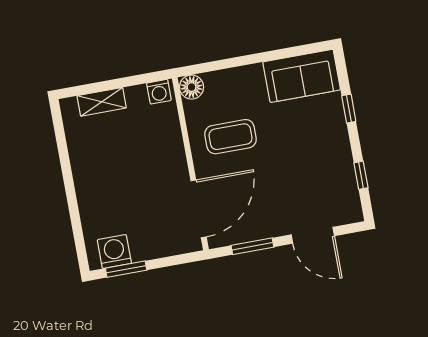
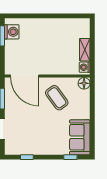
shelving: (102, 102) -> (85, 50), moved
window: (349, 109) -> (70, 157), moved
coffee table: (231, 137) -> (57, 98), turned -36

